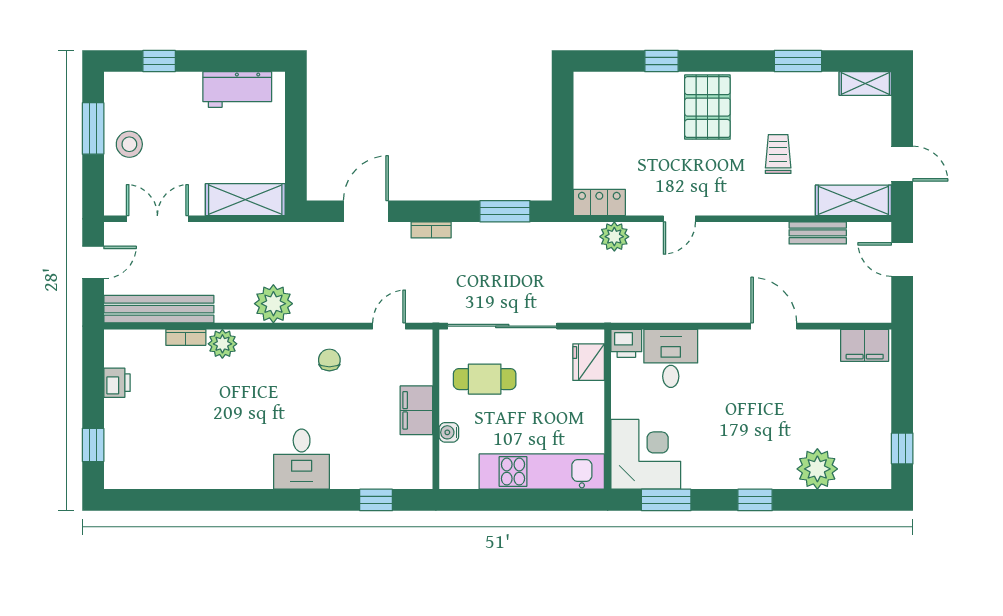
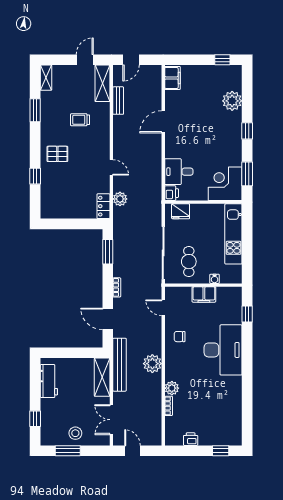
pallet: (707, 107) -> (57, 154), width x0.67, depth x0.71
bench: (159, 309) -> (120, 365), moved
desk: (302, 459) -> (223, 350), width x1.87, depth x1.30

